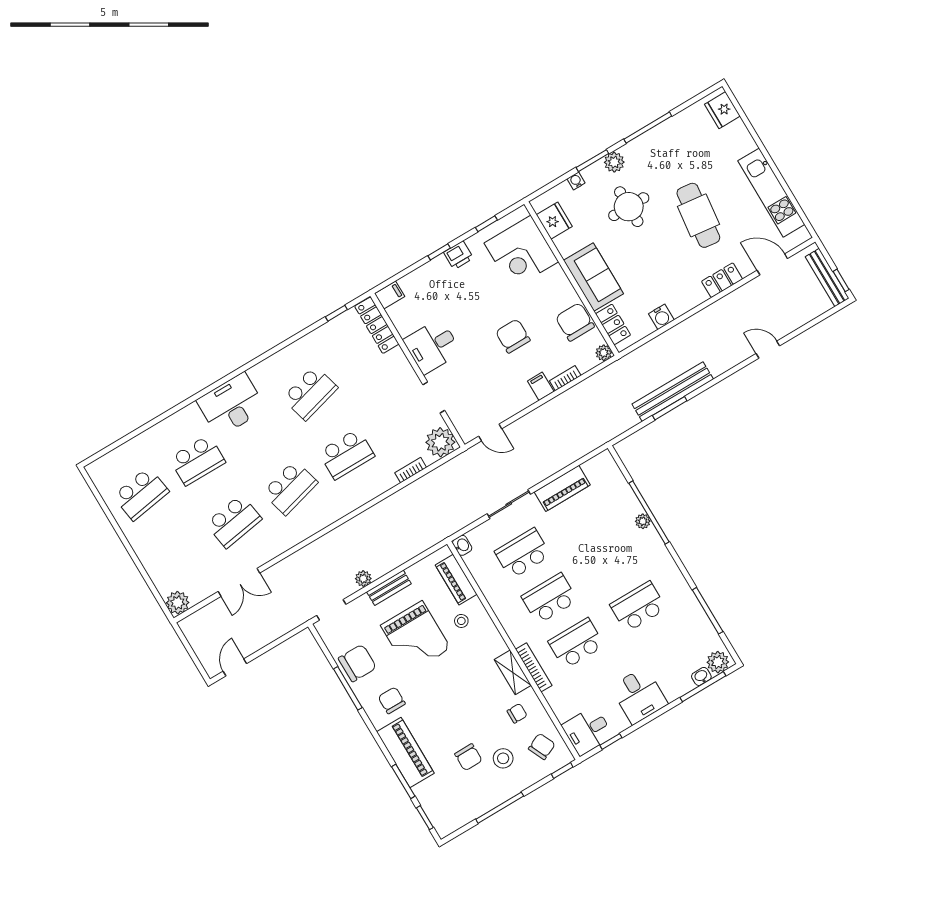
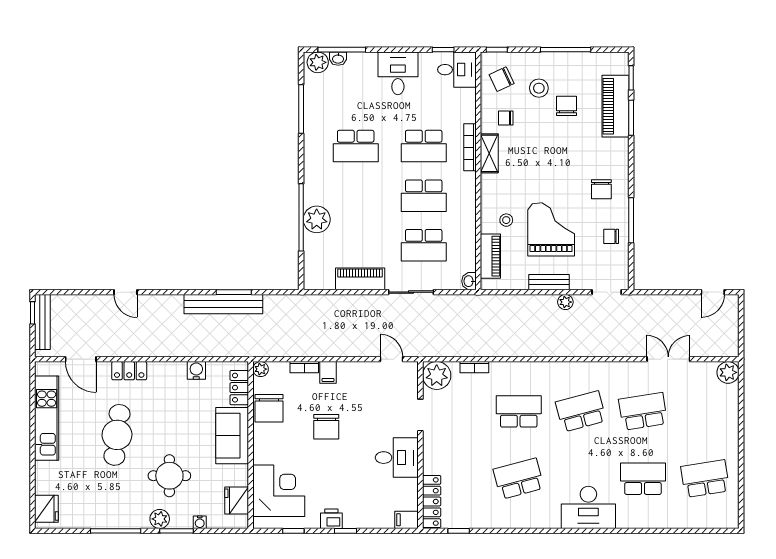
plant: (643, 521) -> (317, 219), width x1.87, depth x1.87
chair: (357, 663) -> (611, 236), width x0.54, depth x0.54
piano: (405, 752) -> (615, 106), moved

